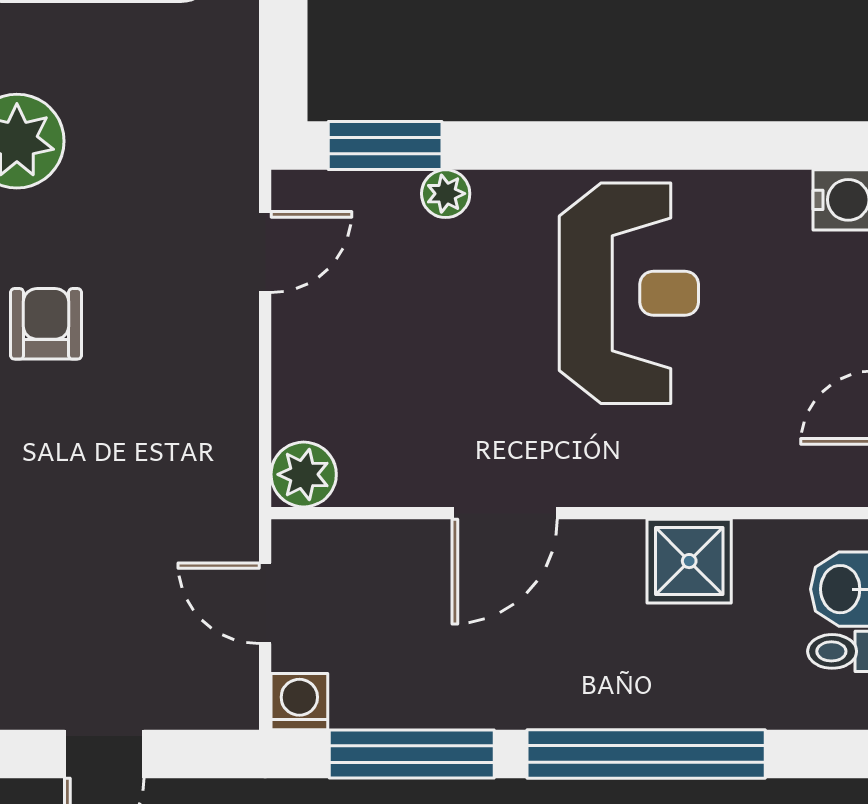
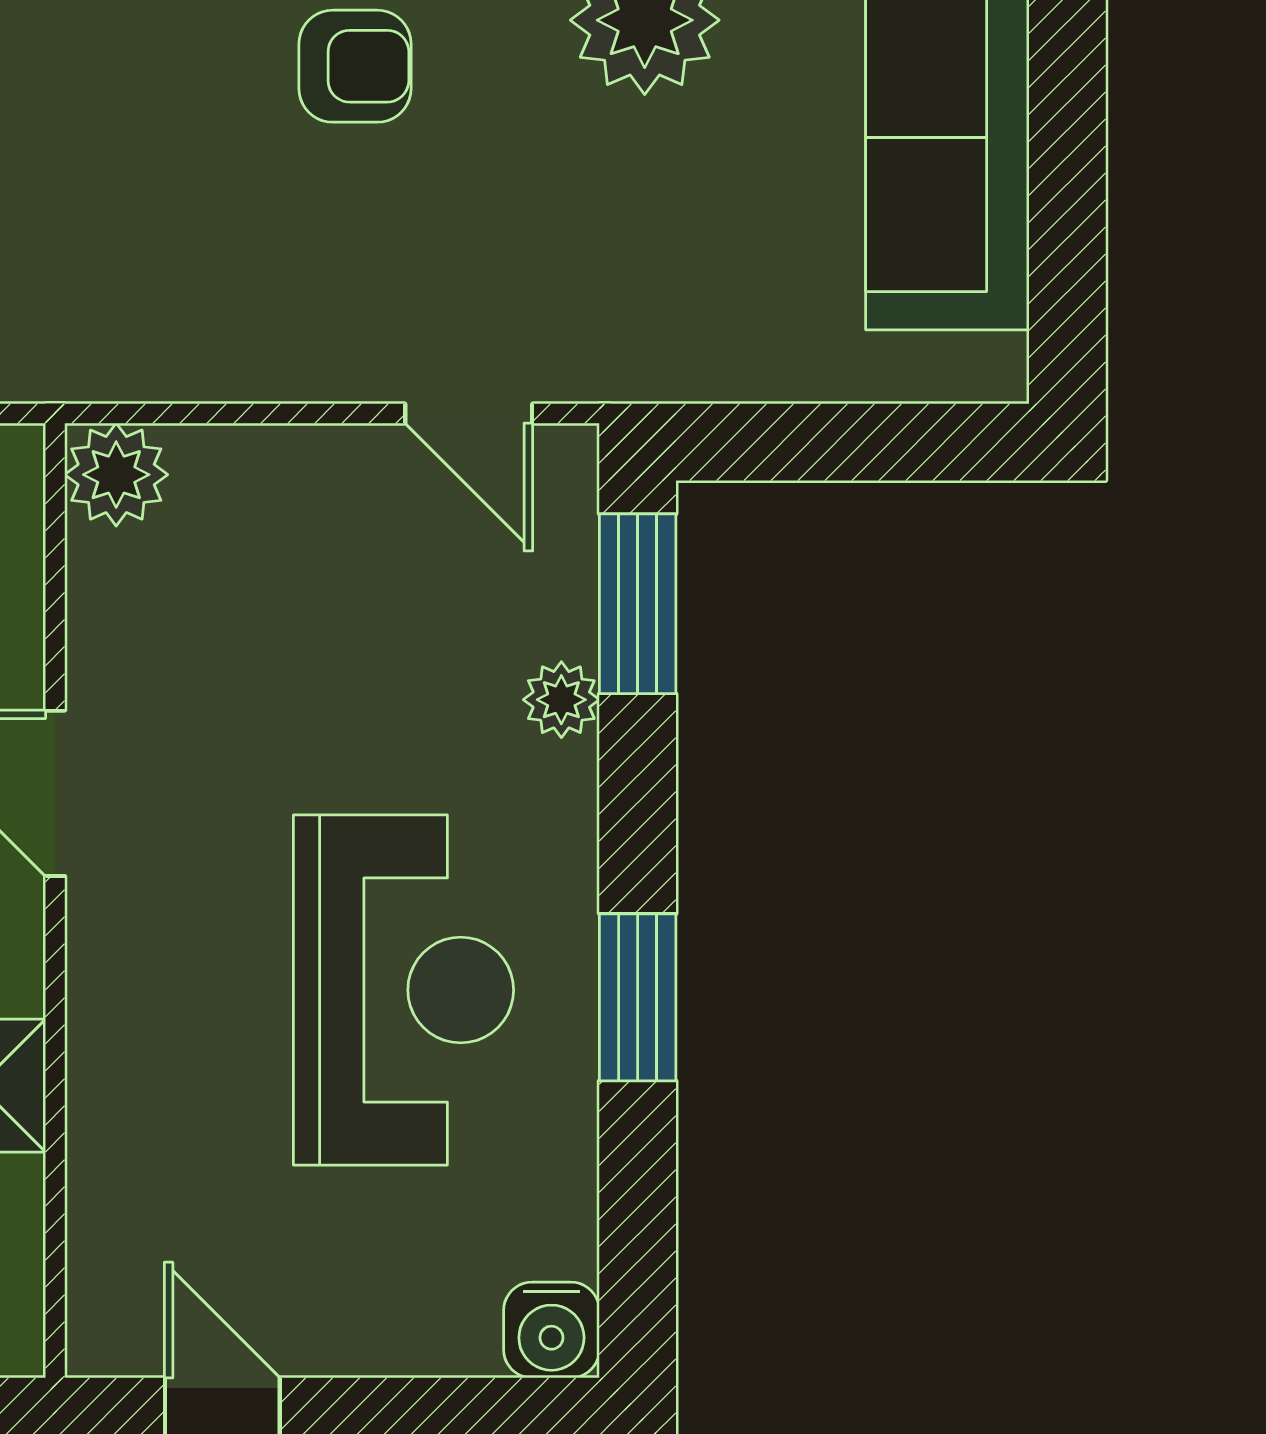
window: (633, 146) -> (638, 997), added
reception desk: (629, 293) -> (403, 990), turned -90

